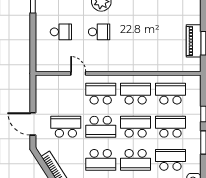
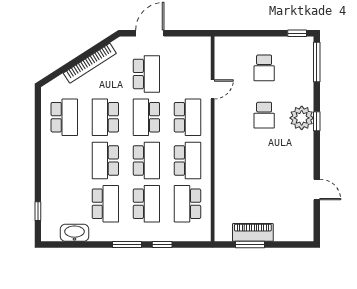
school desk: (170, 94) -> (187, 204), turned 180

